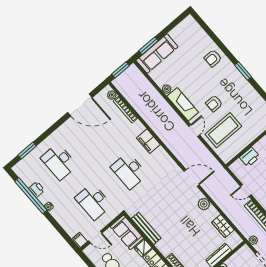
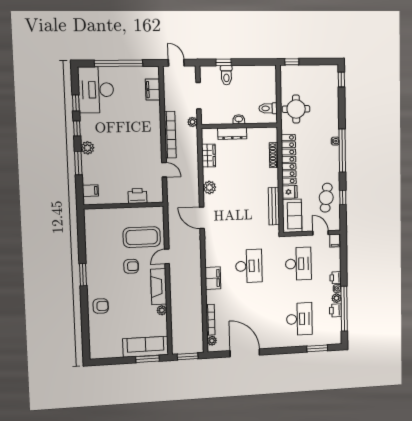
plant: (43, 199) -> (336, 298), added
printer: (57, 213) -> (336, 278), added

